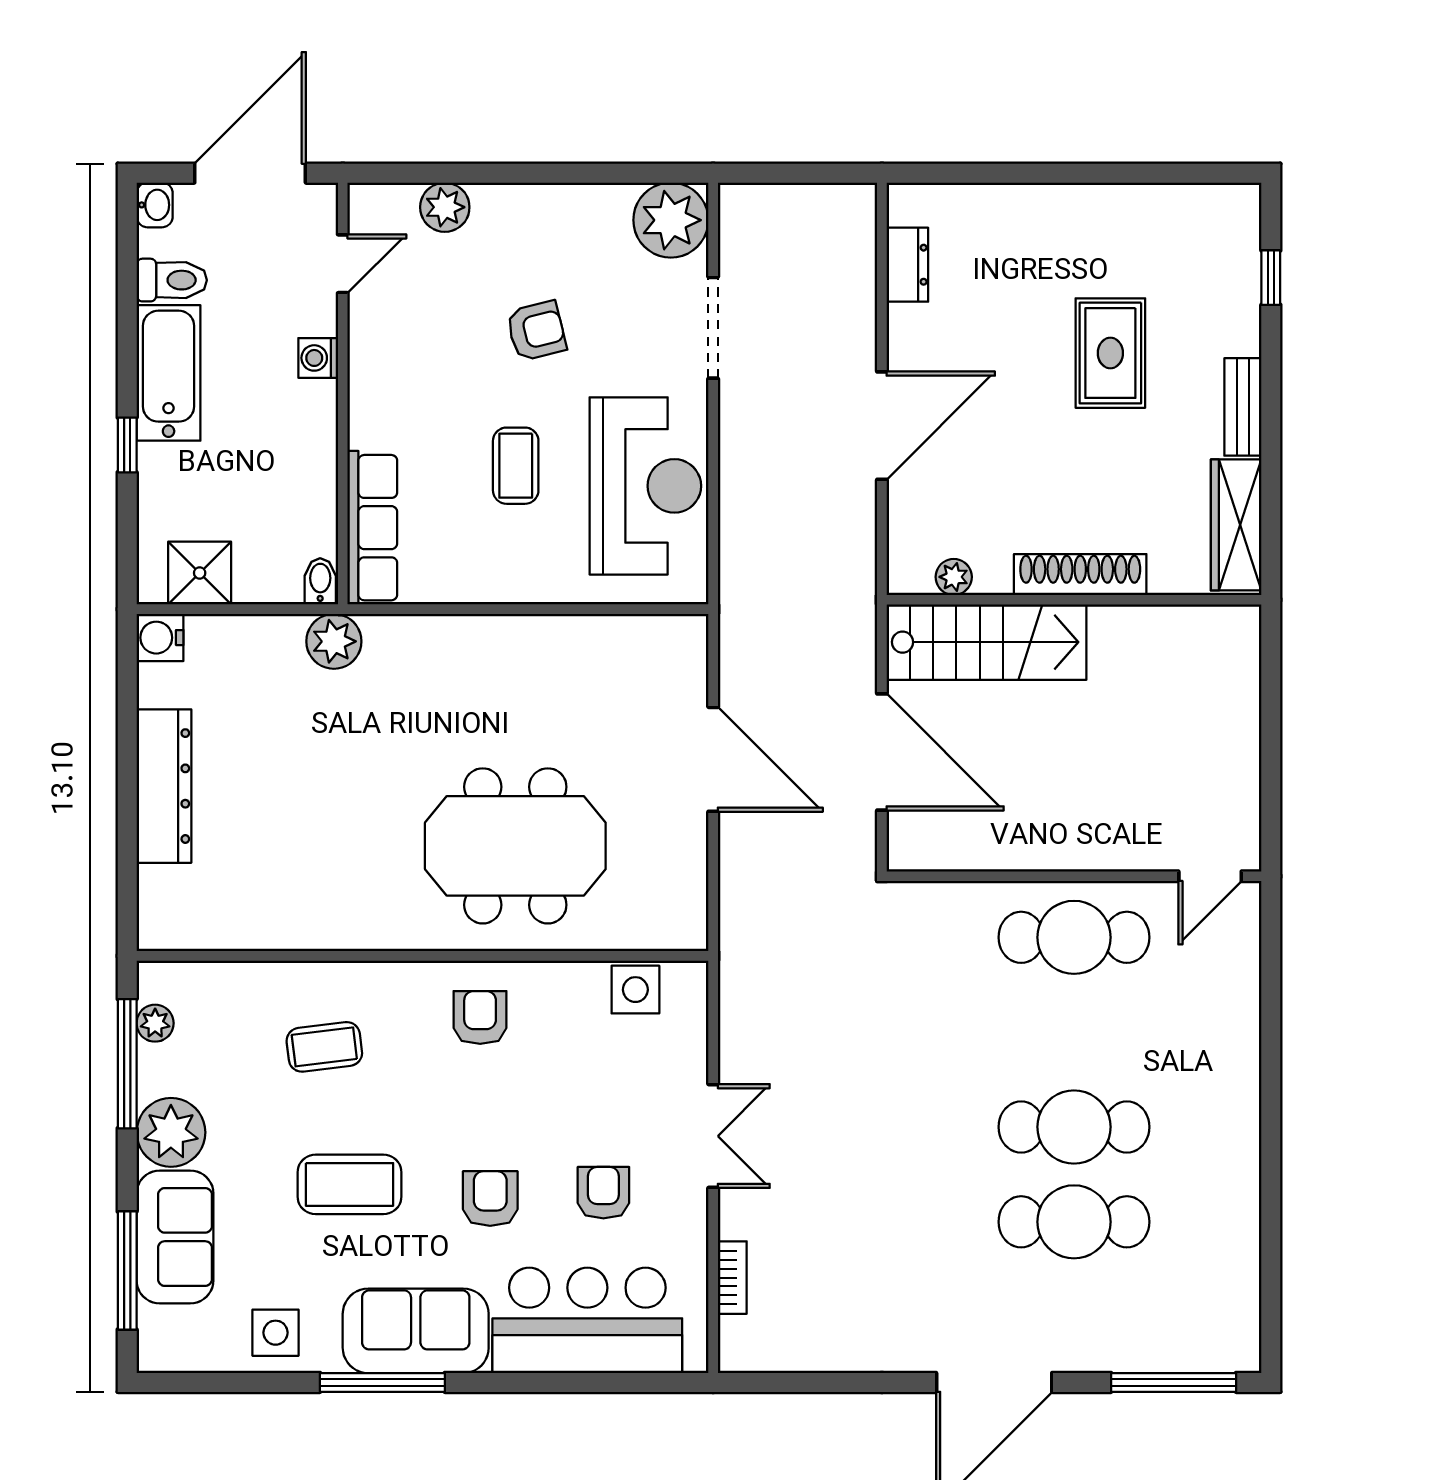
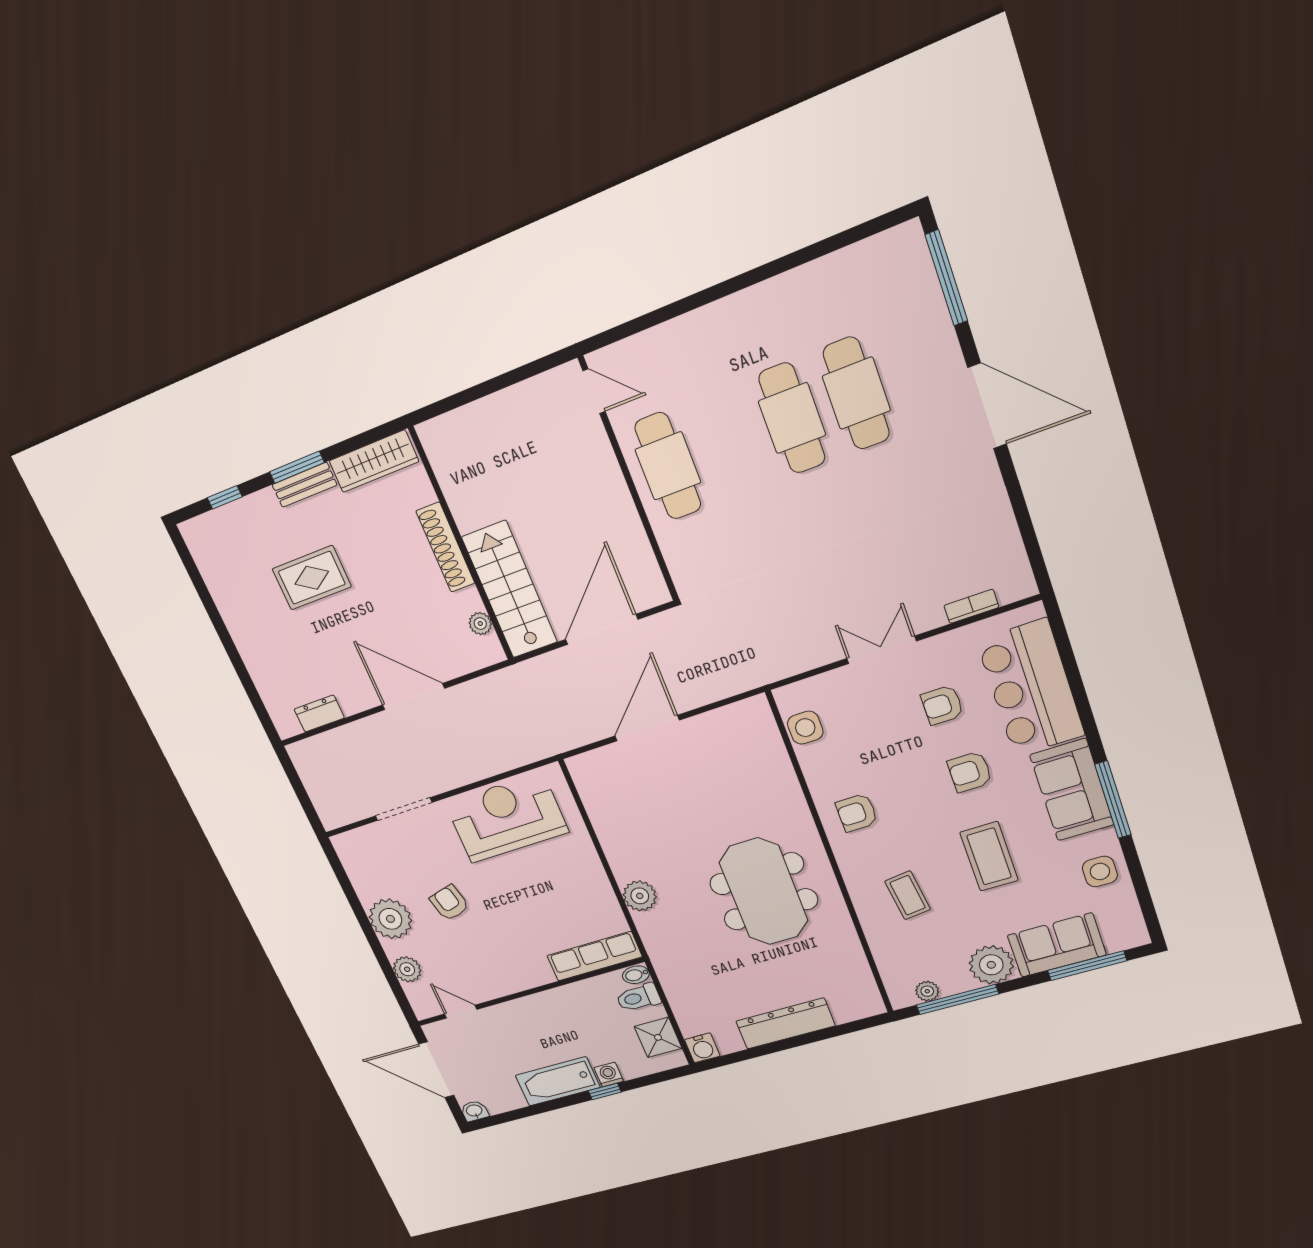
plant: (671, 220) -> (390, 919), moved
toilet: (172, 280) -> (638, 998), moved, turned -90
washing machine: (318, 358) -> (609, 1074), moved, turned 180
window: (1271, 408) -> (297, 467), added
coffee table: (516, 466) -> (527, 891), removed
plant: (334, 641) -> (640, 896), moved
meeting table: (515, 846) -> (764, 892), moved

